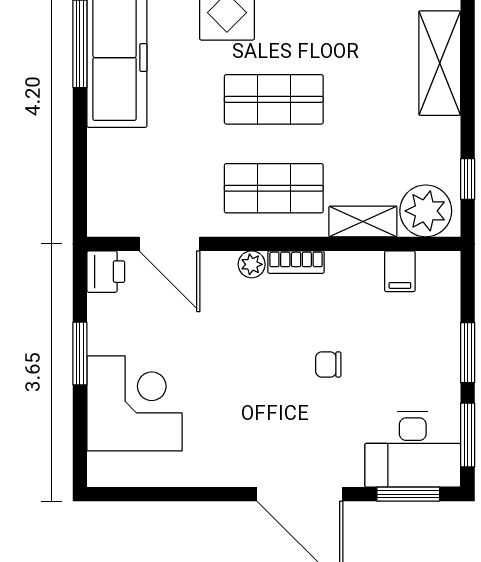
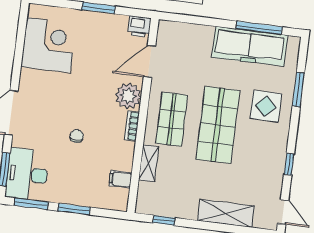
shop shelf: (274, 99) -> (218, 125), width x1.43, depth x1.36
plant: (426, 211) -> (150, 197), removed
plant: (252, 264) -> (128, 96), width x1.88, depth x1.88
corner desk: (135, 403) -> (49, 45), moved, turned -90

